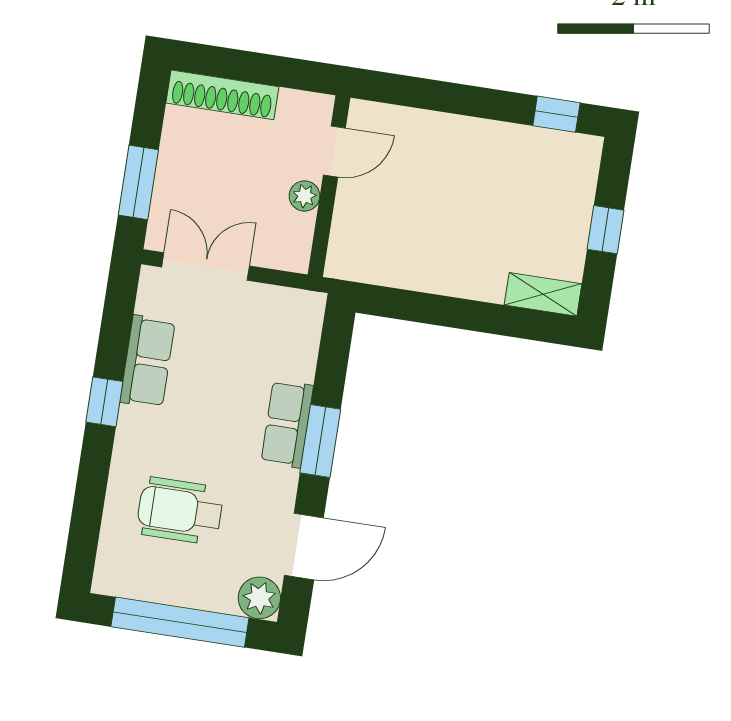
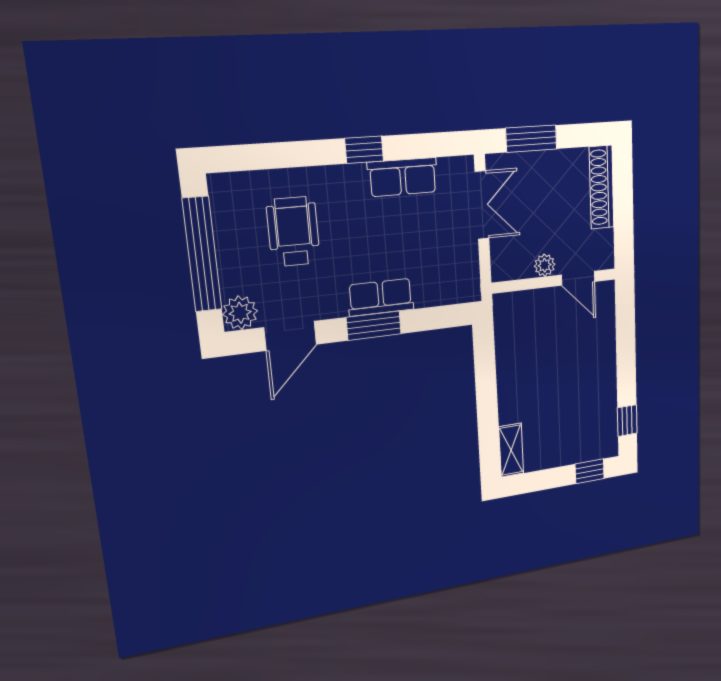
window: (605, 230) -> (590, 471), moved
door: (304, 547) -> (290, 336), hinge flipped

